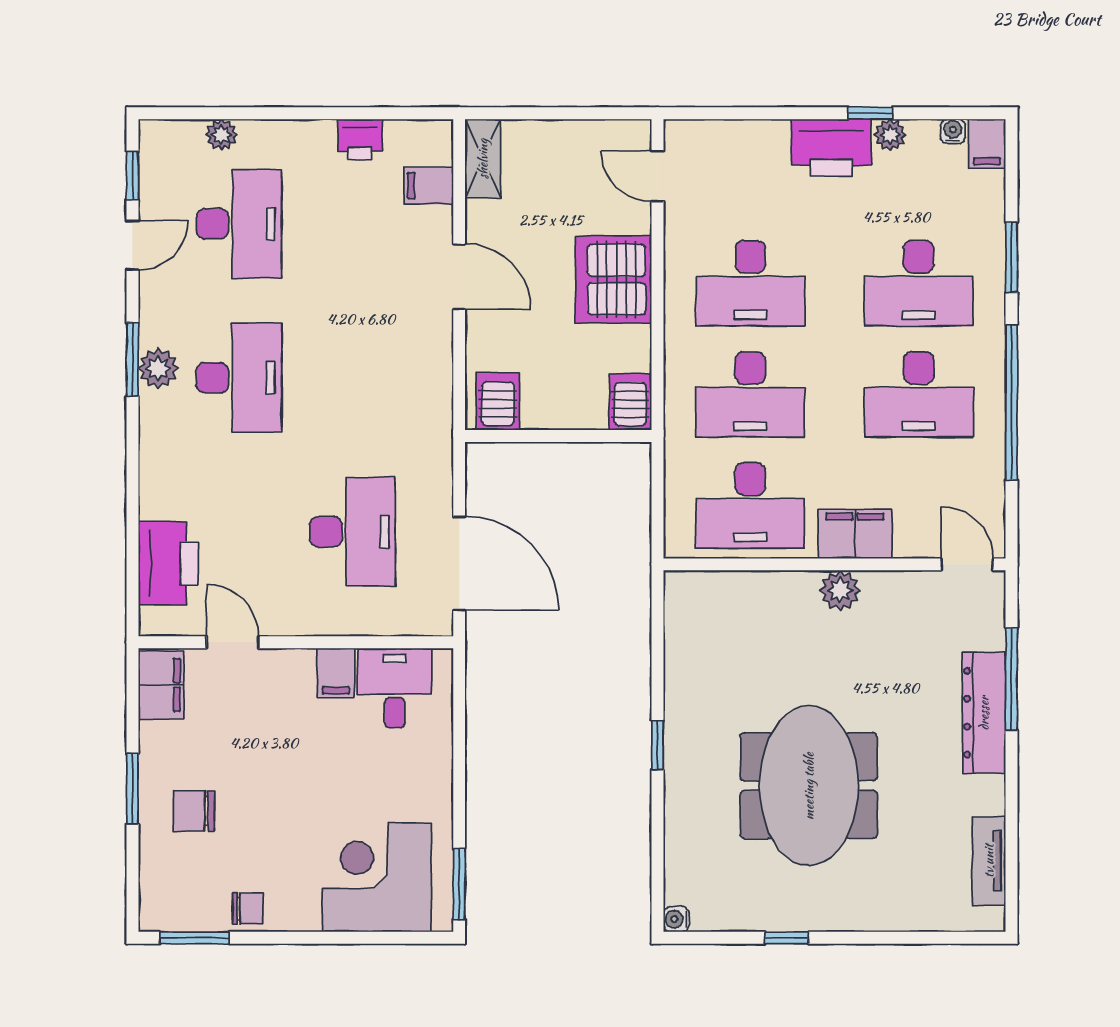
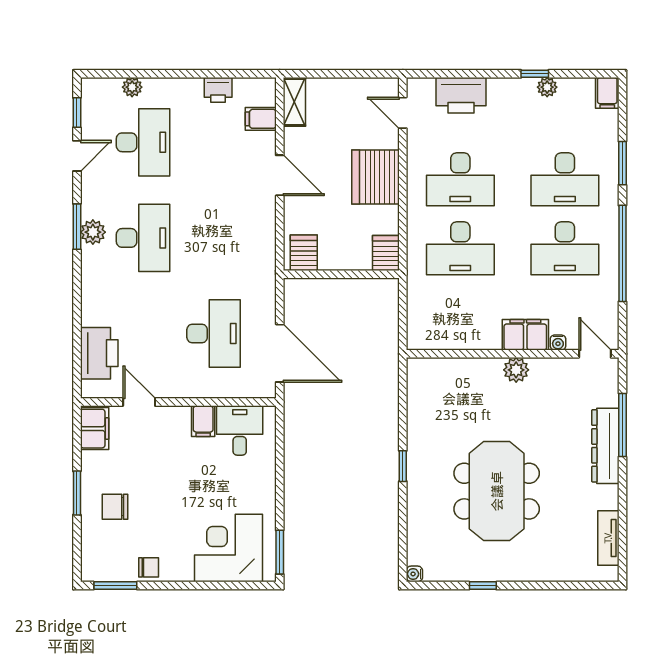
water cooler: (953, 131) -> (558, 342), moved, turned 180
printer: (831, 148) -> (461, 95), moved
desk: (750, 506) -> (460, 317), removed

